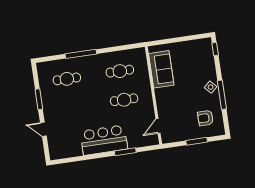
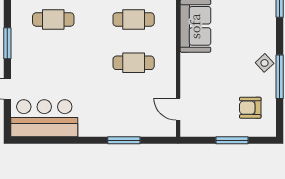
door: (158, 126) -> (178, 109), hinge flipped
bar counter: (104, 140) -> (44, 118), moved

